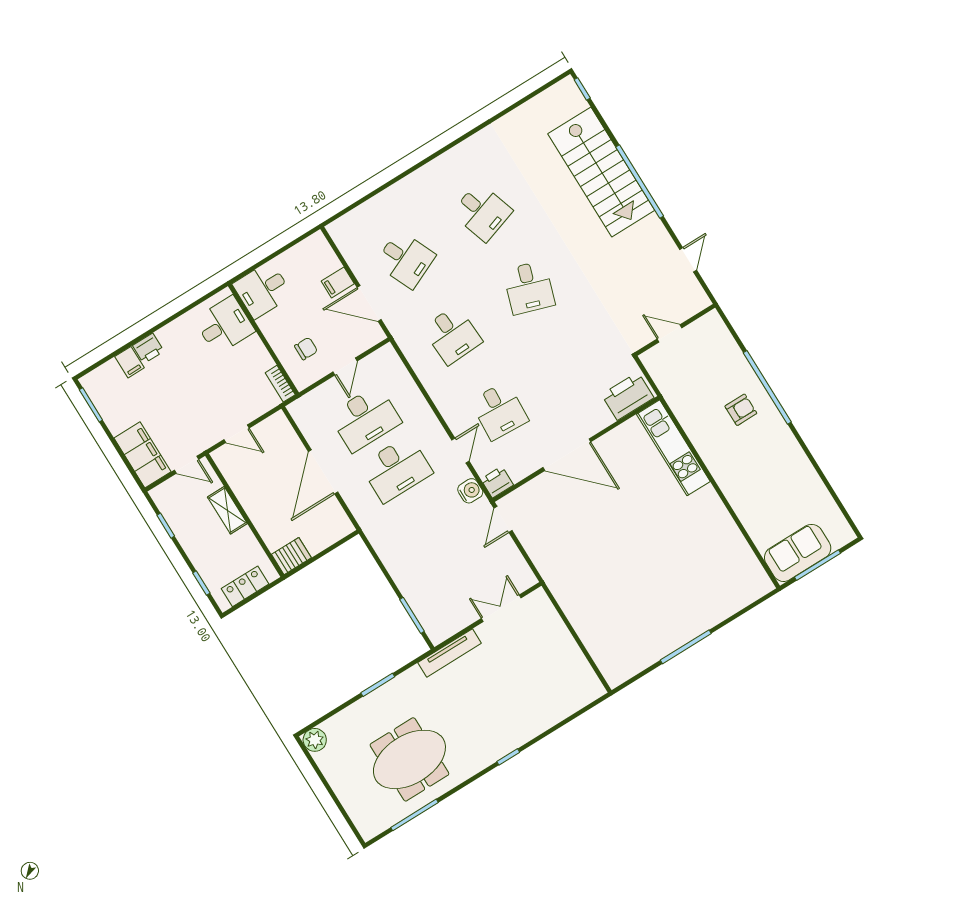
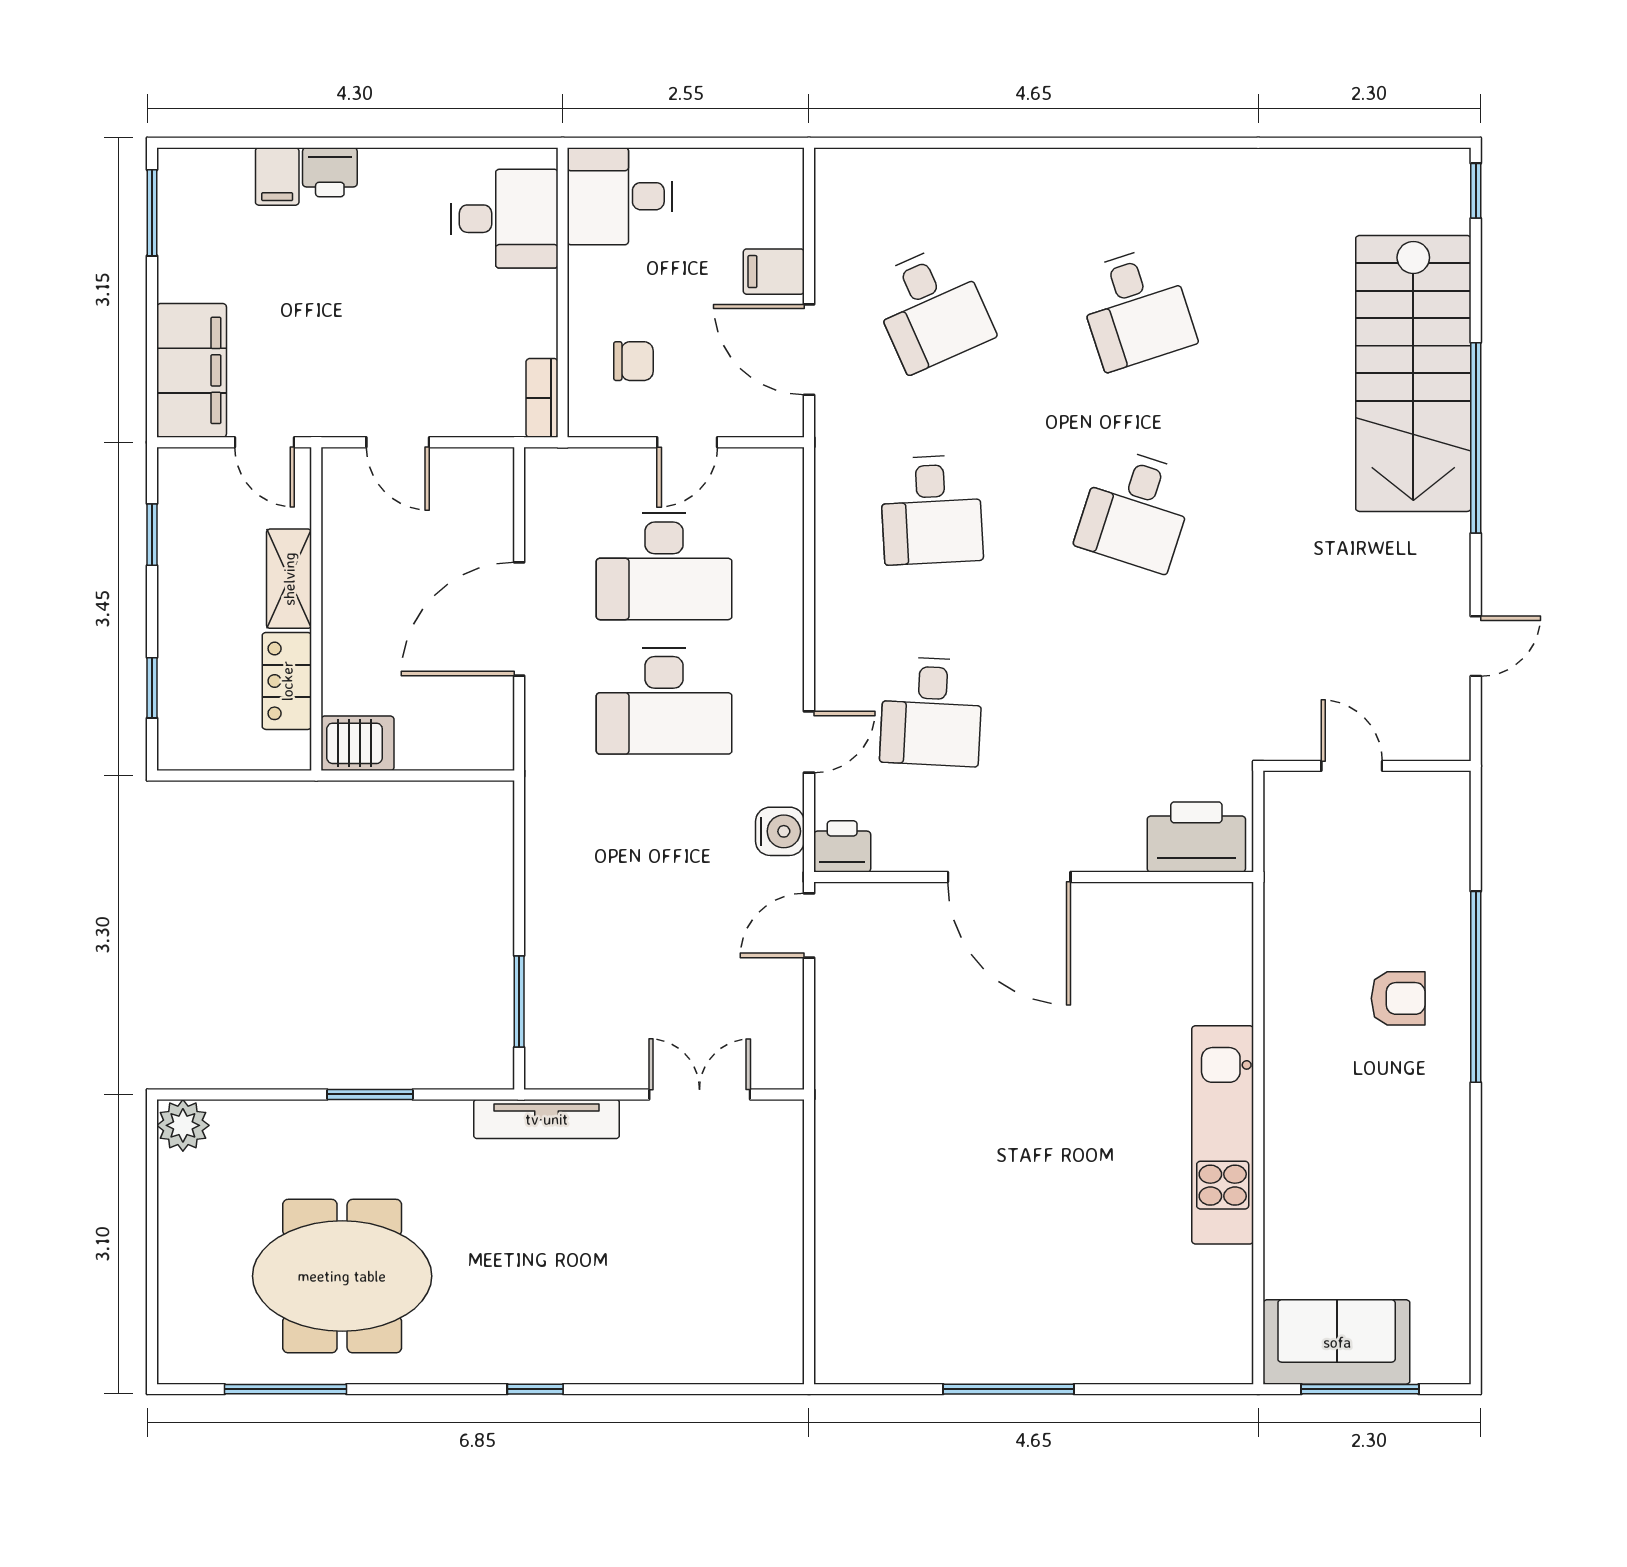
kitchen unit: (673, 448) -> (1223, 1135), moved
locker: (245, 586) -> (287, 681), moved, turned -90

